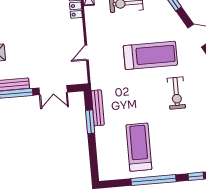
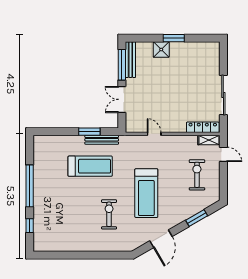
exercise bike: (176, 93) -> (109, 214), turned 90
treadmill: (139, 147) -> (90, 166), moved

